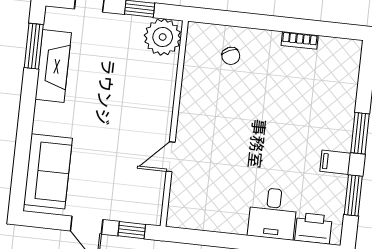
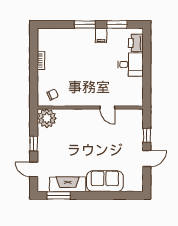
plant: (163, 37) -> (47, 118), moved
wall: (174, 124) -> (90, 107), moved
door: (171, 157) -> (107, 107), moved
sofa: (48, 171) -> (105, 181), moved

